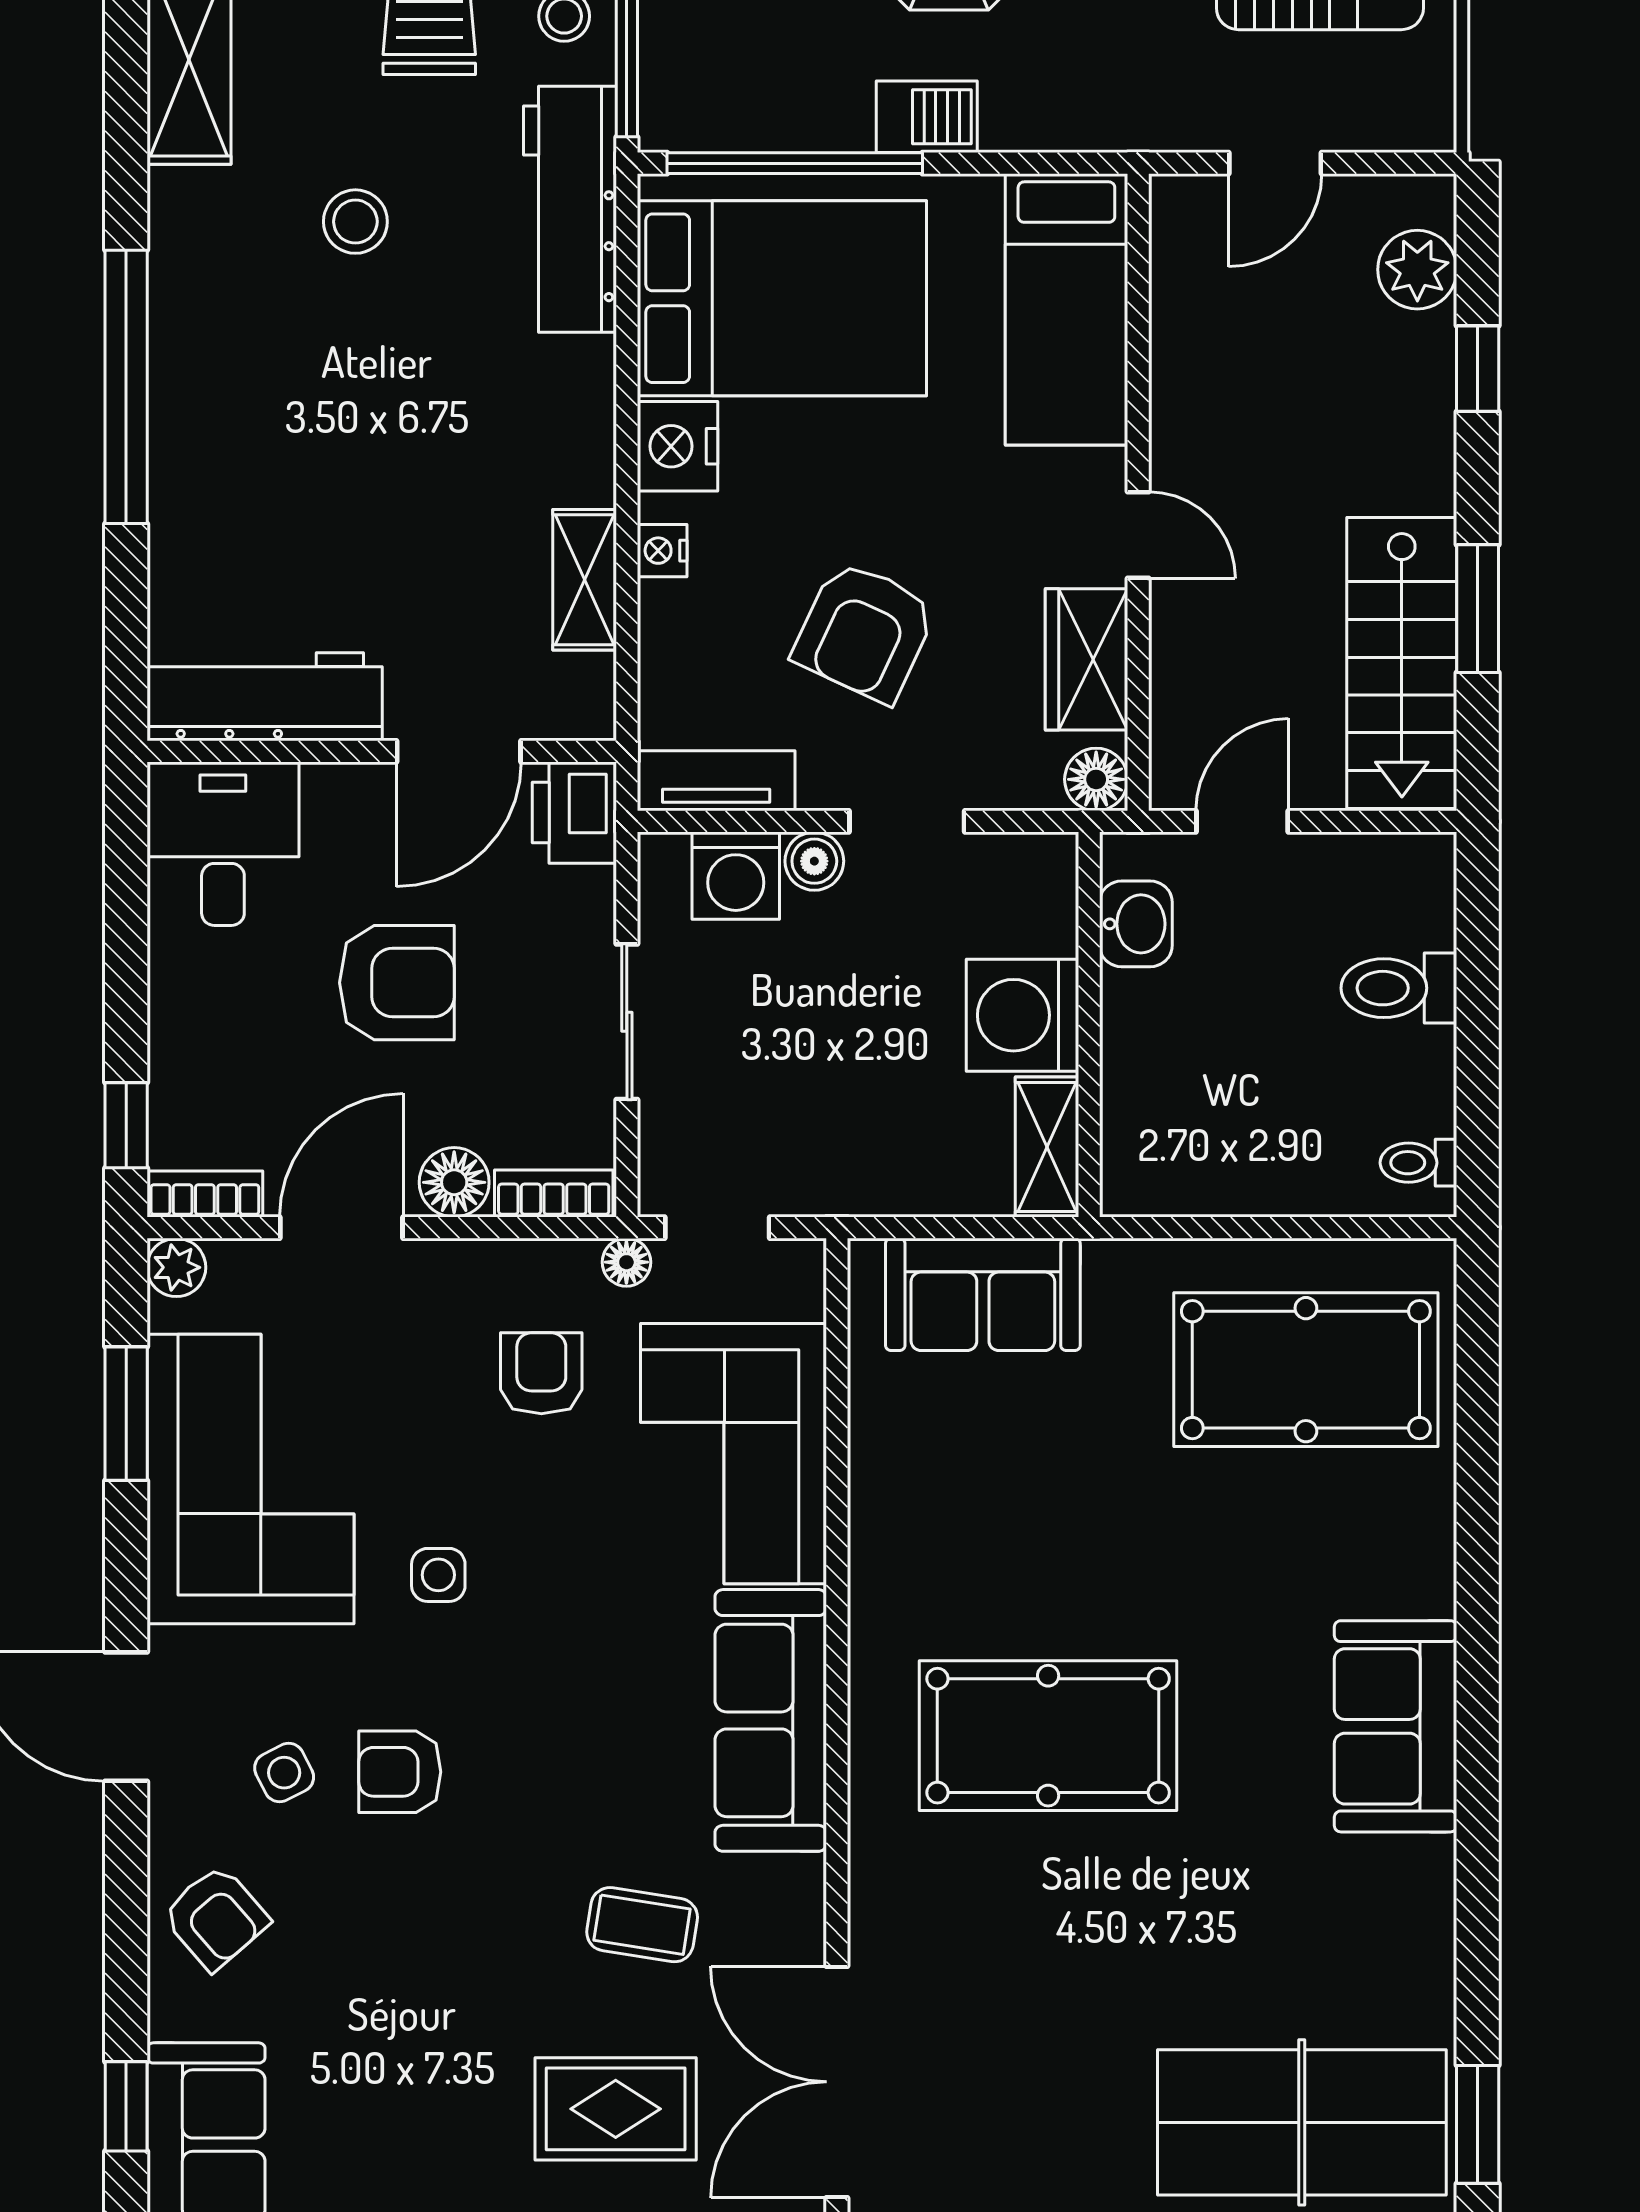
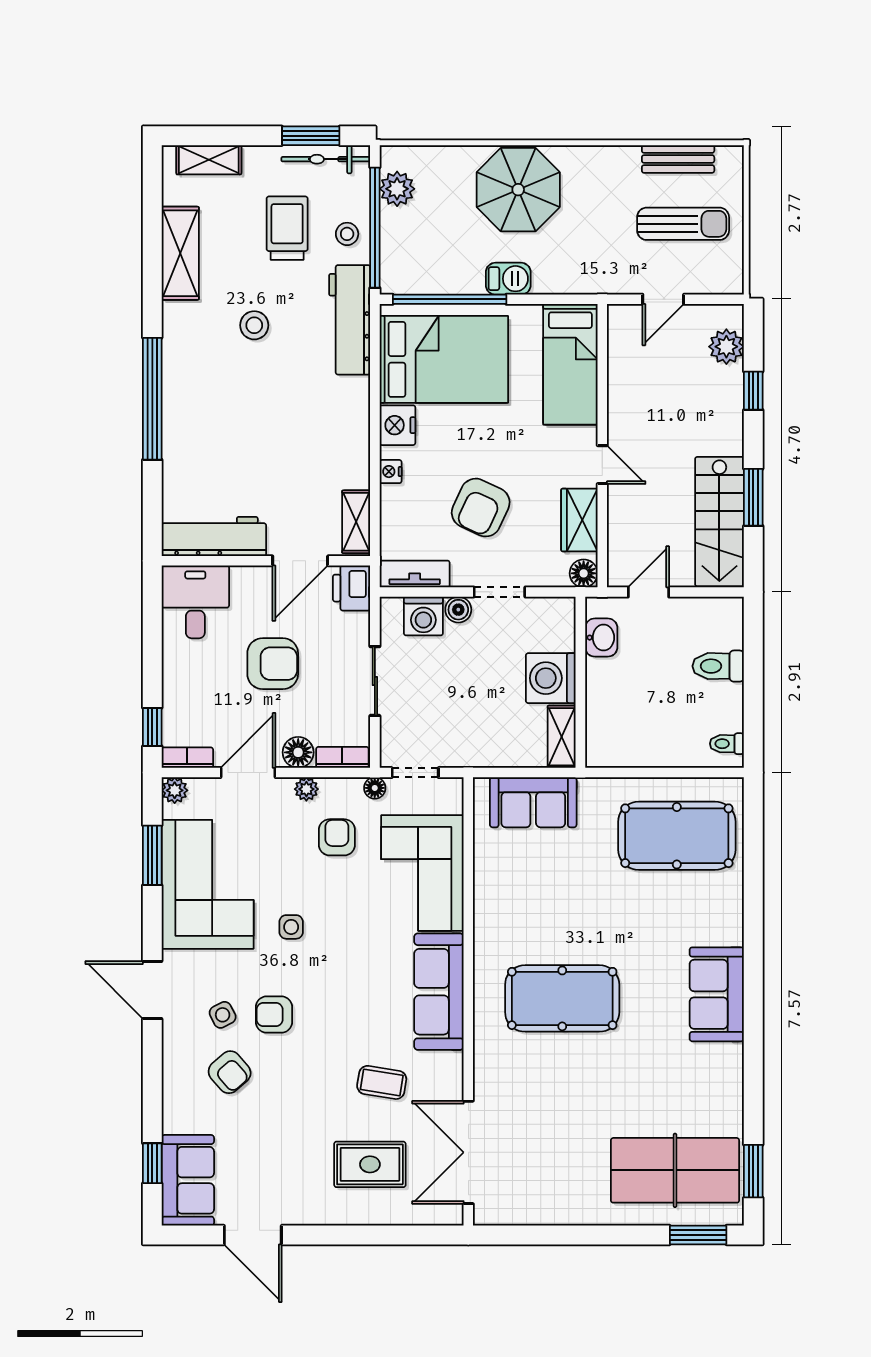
shelving: (585, 580) -> (356, 522), moved
plant: (473, 1265) -> (306, 789), added
armchair: (216, 1918) -> (230, 1072), moved

